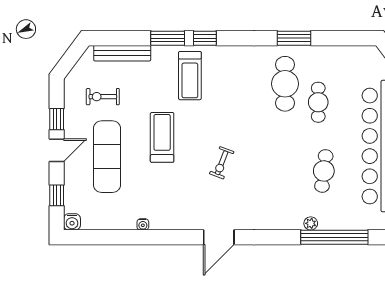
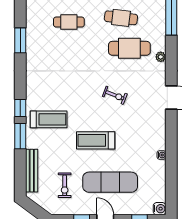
cafe table: (285, 84) -> (129, 48), moved
plant: (311, 223) -> (161, 57), moved

